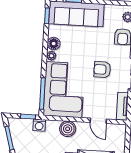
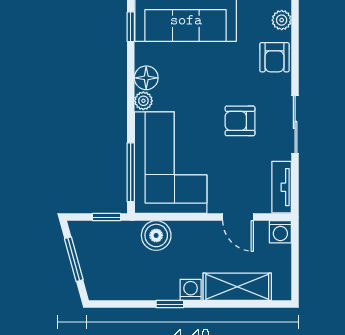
washing machine: (39, 125) -> (280, 232), moved
boiler: (68, 129) -> (156, 235), moved

